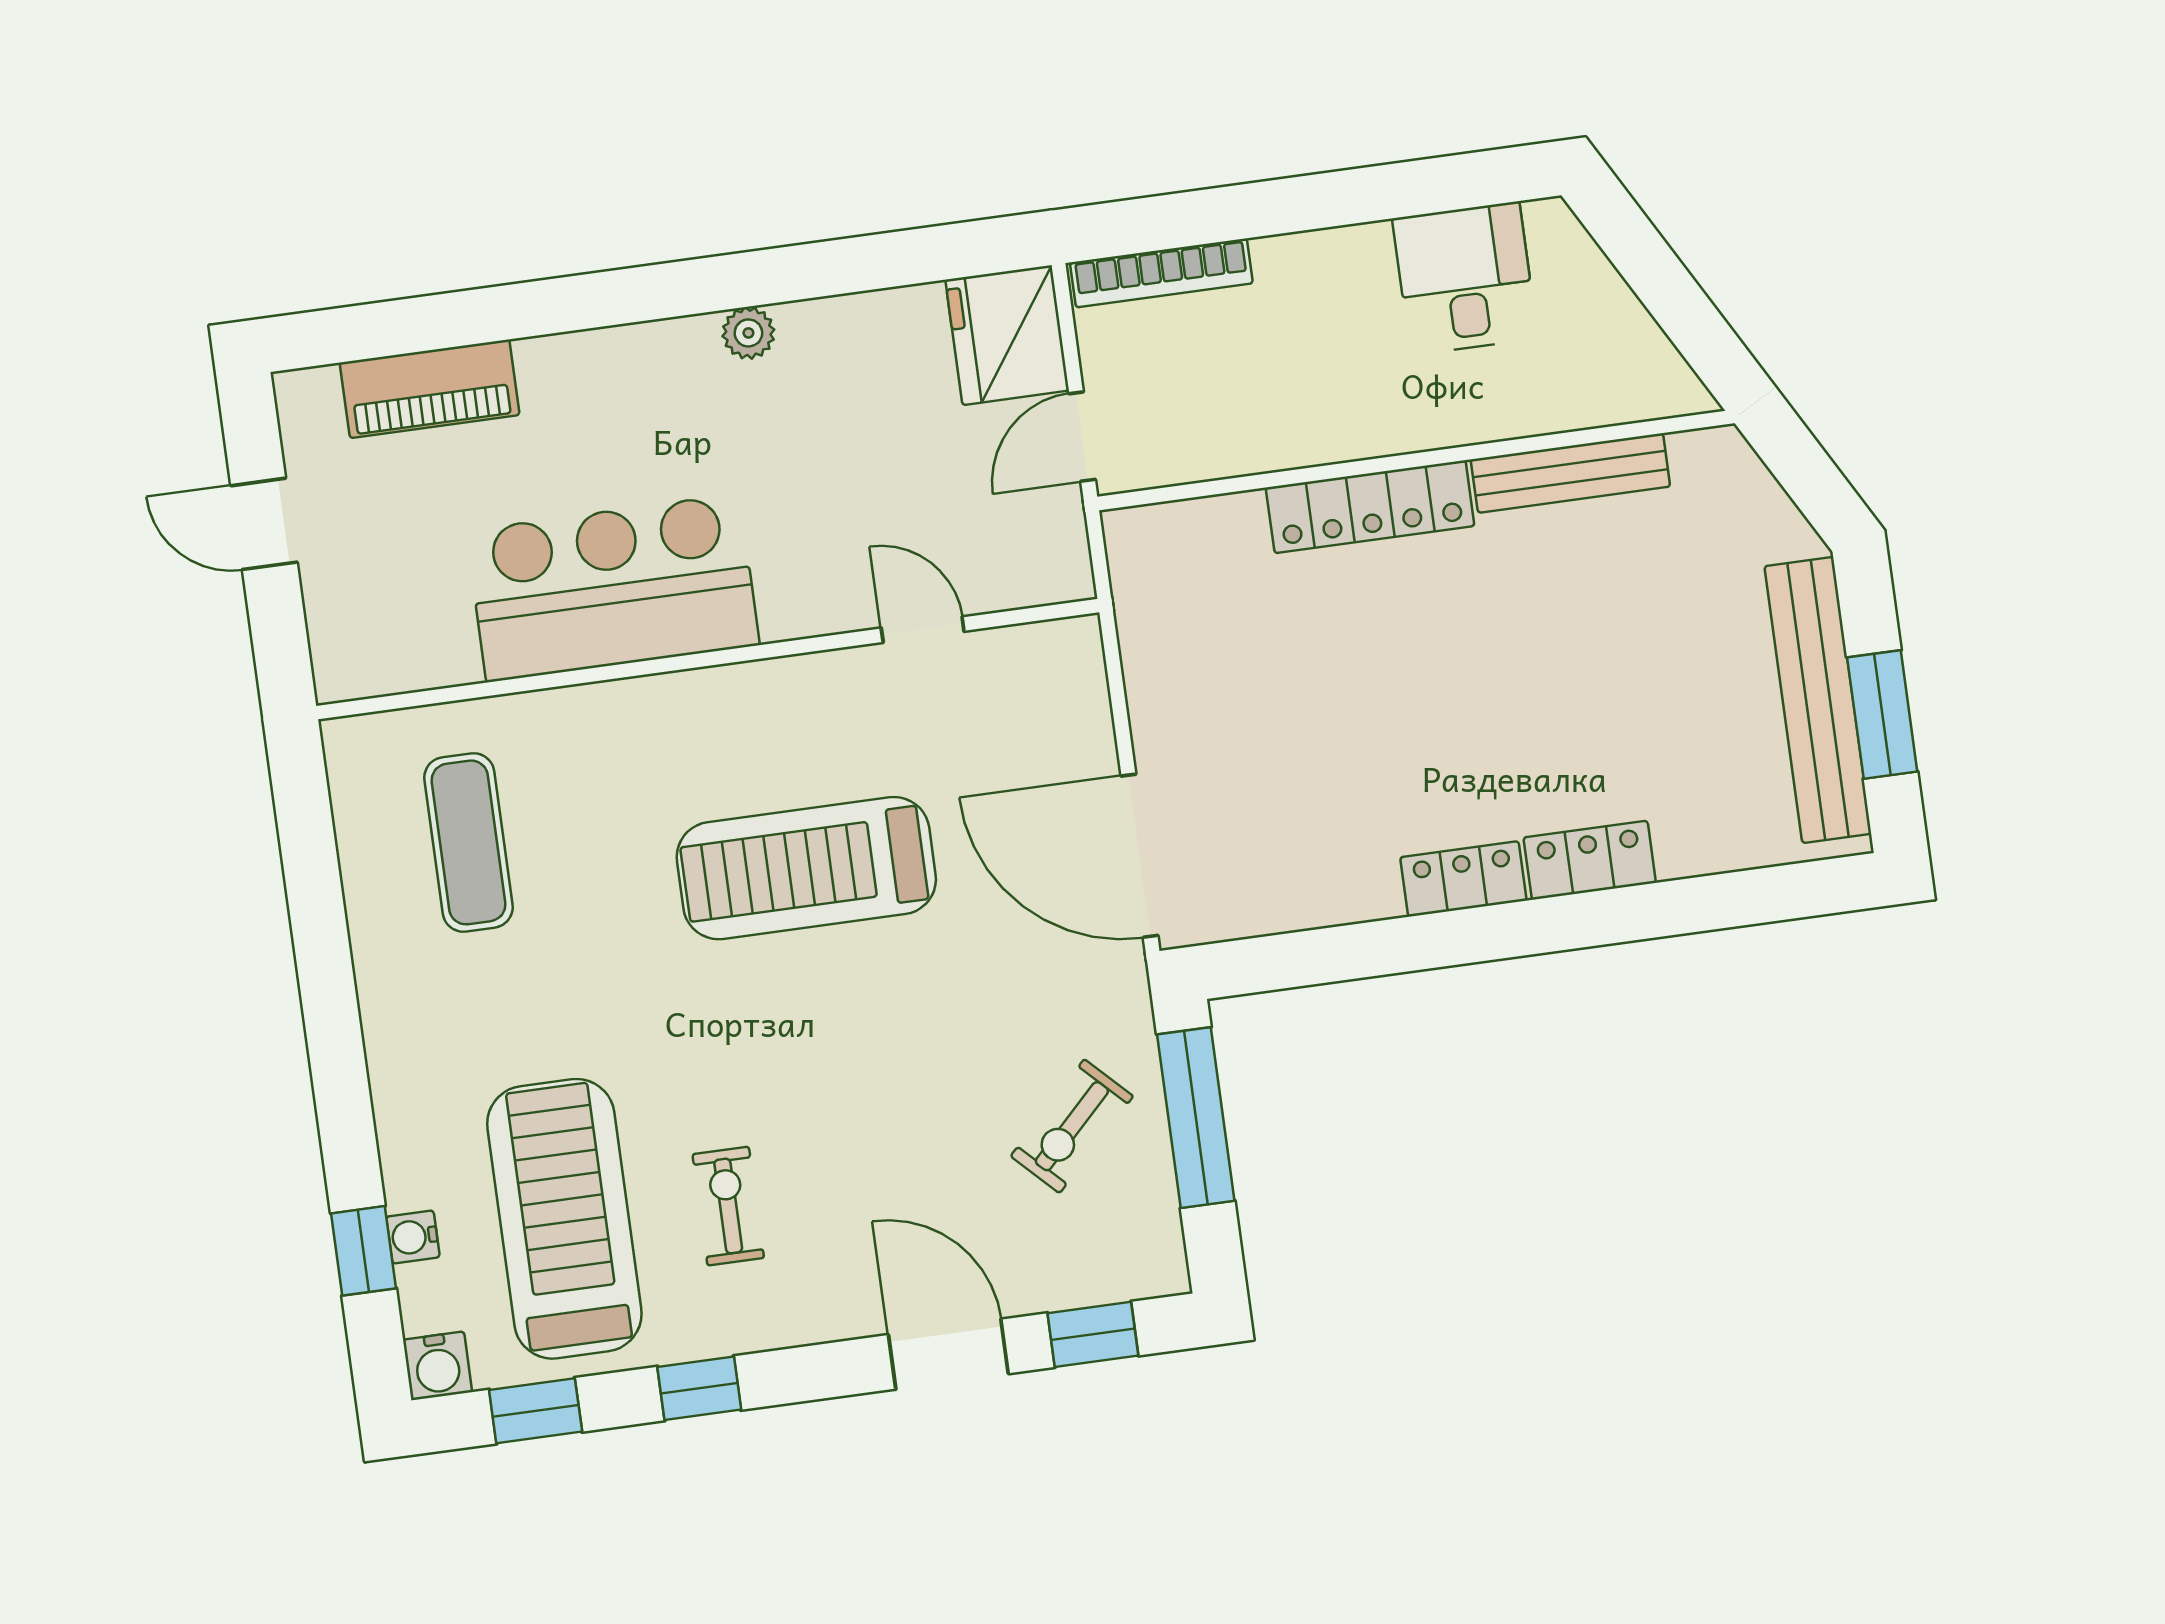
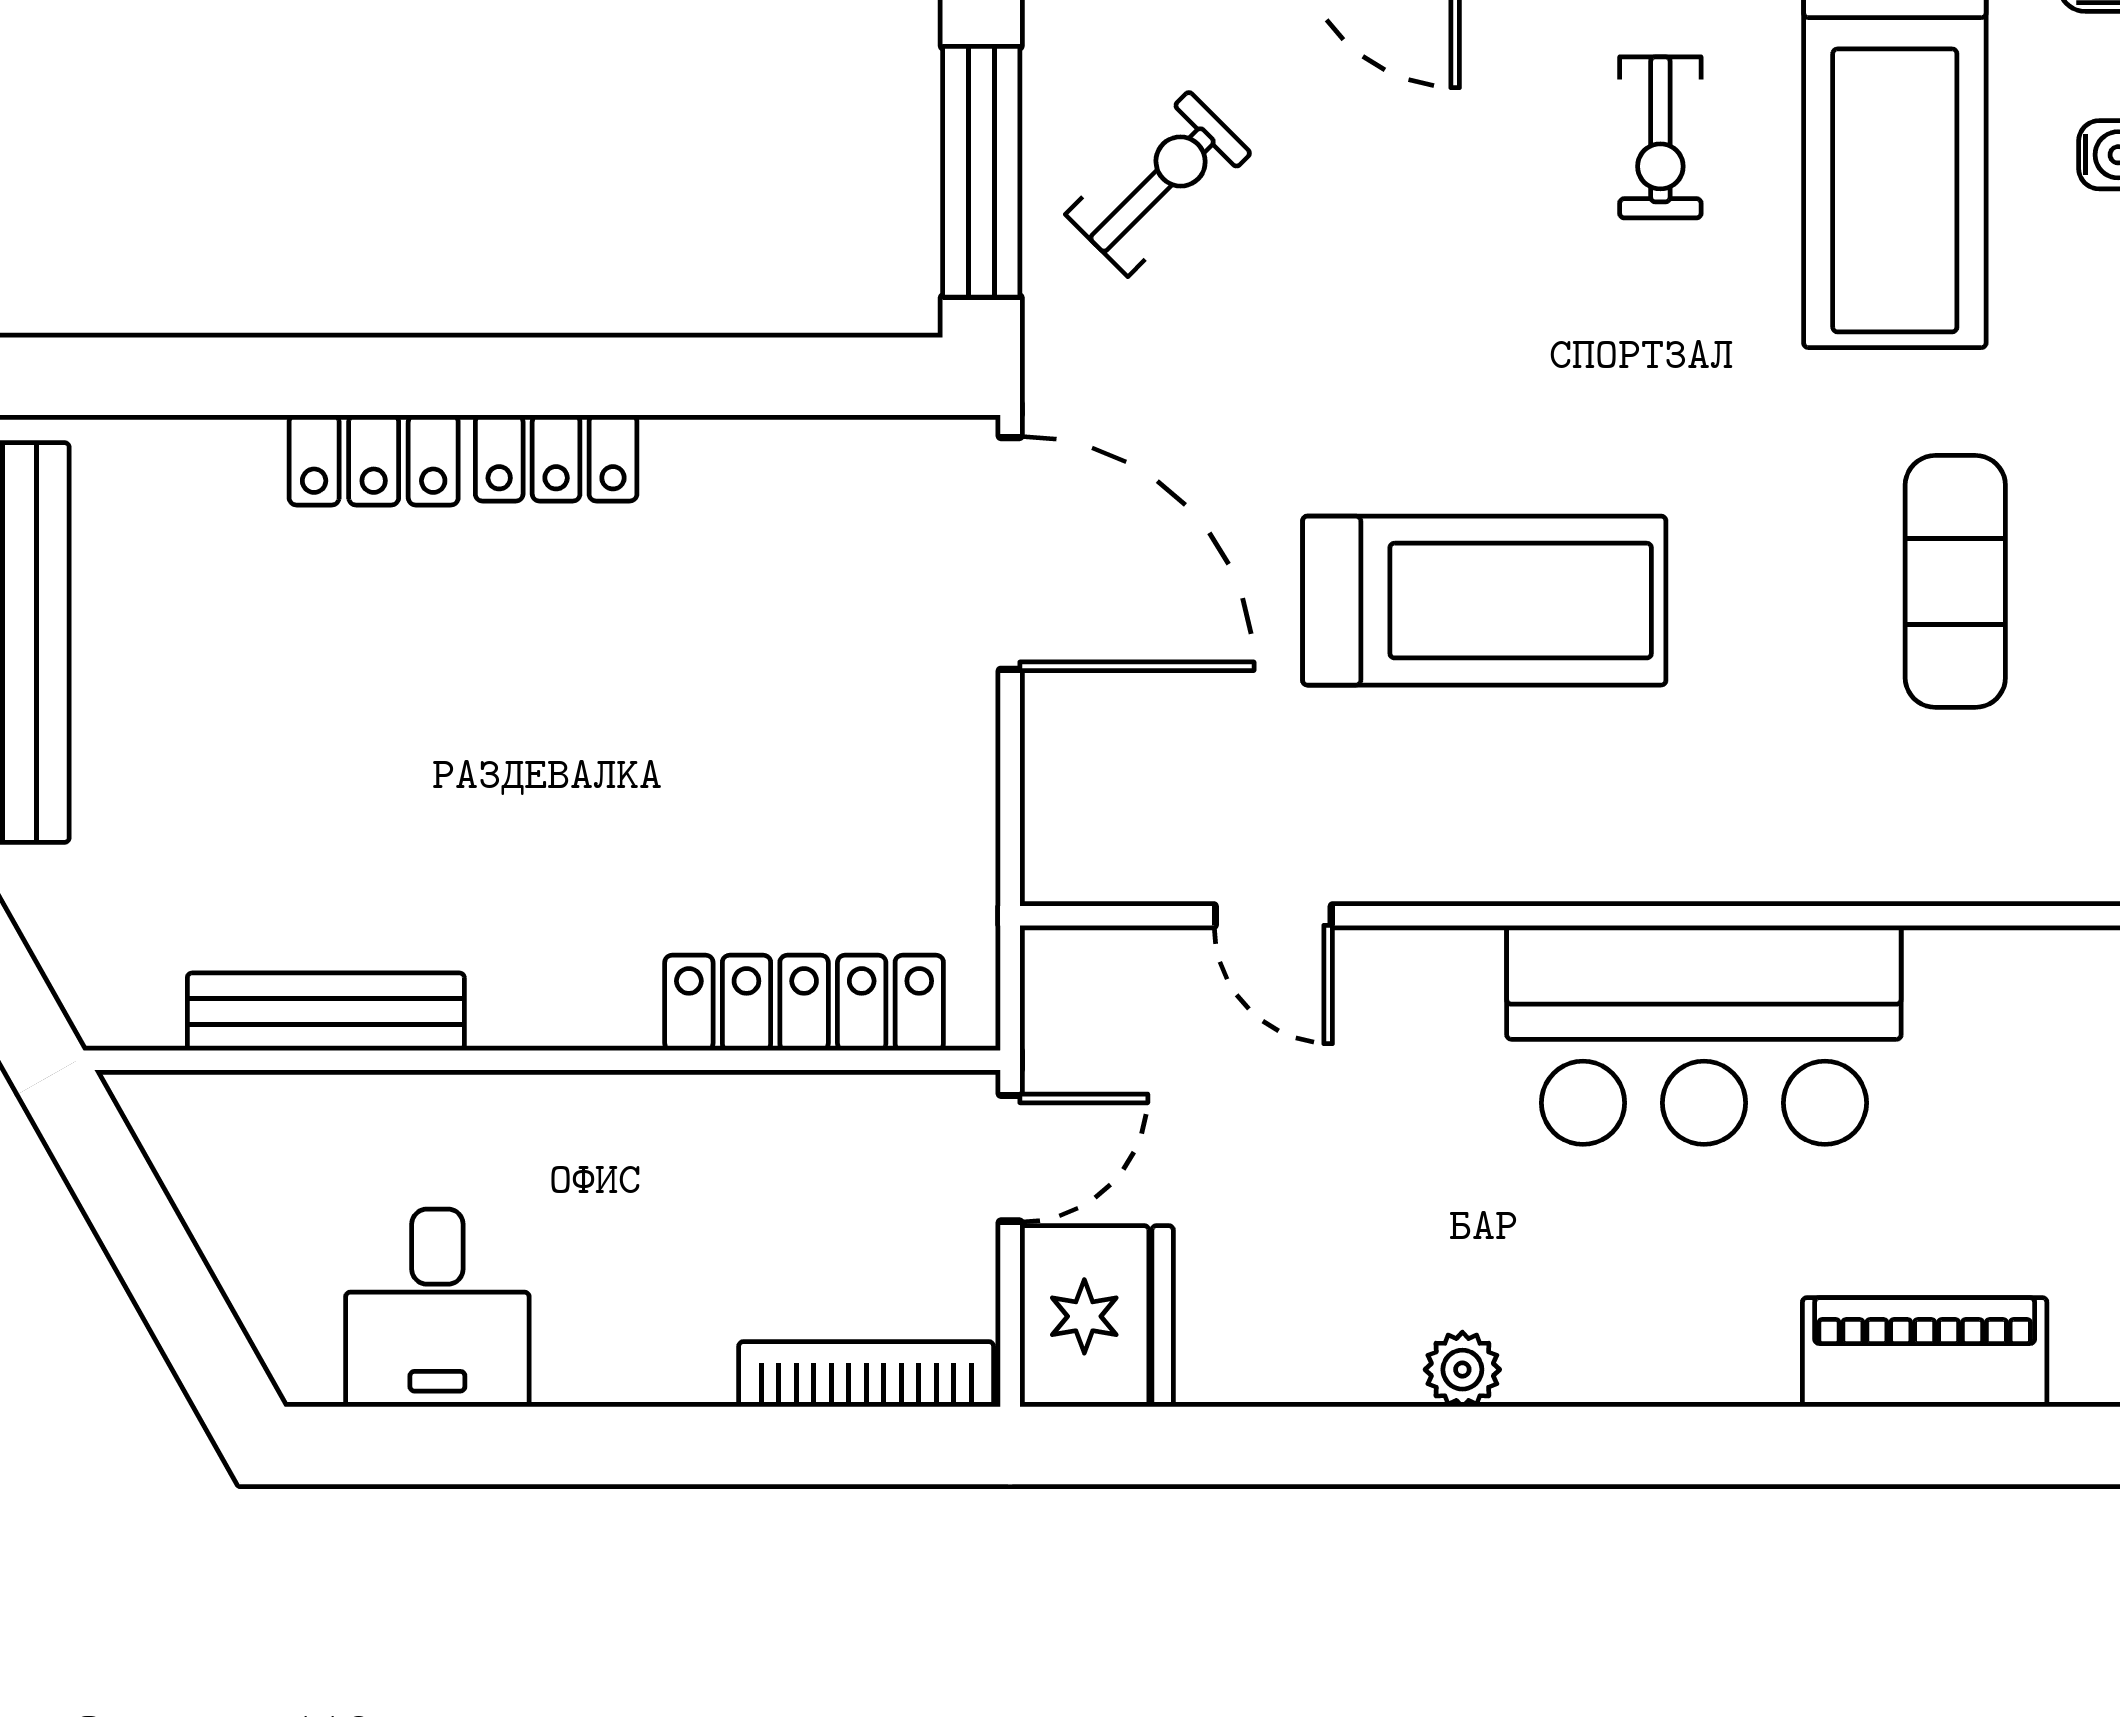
locker: (1370, 507) -> (804, 1003), moved
exercise mat: (468, 842) -> (1955, 581), moved

